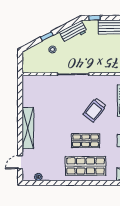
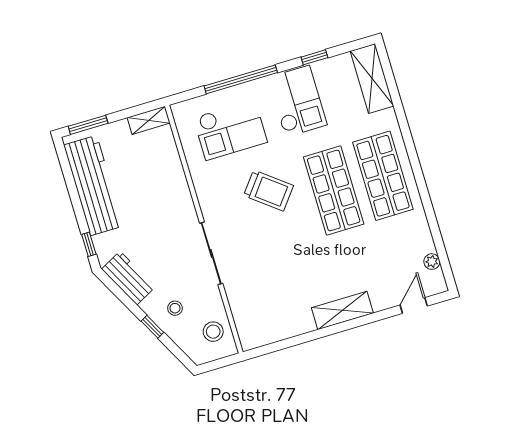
stool: (36, 64) -> (213, 332), added
shelving: (28, 128) -> (342, 310), width x0.68
shop shelf: (86, 141) -> (334, 190), width x1.43, depth x1.36
door: (20, 162) -> (414, 306), swing flipped

